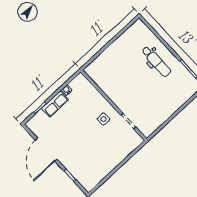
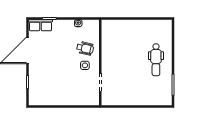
row of seats: (55, 104) -> (41, 25), moved
wheelchair: (91, 105) -> (85, 48), added

